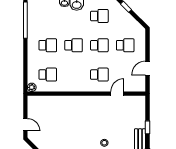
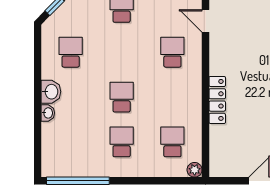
school desk: (99, 45) -> (122, 52), removed
locker: (72, 100) -> (217, 100), added

